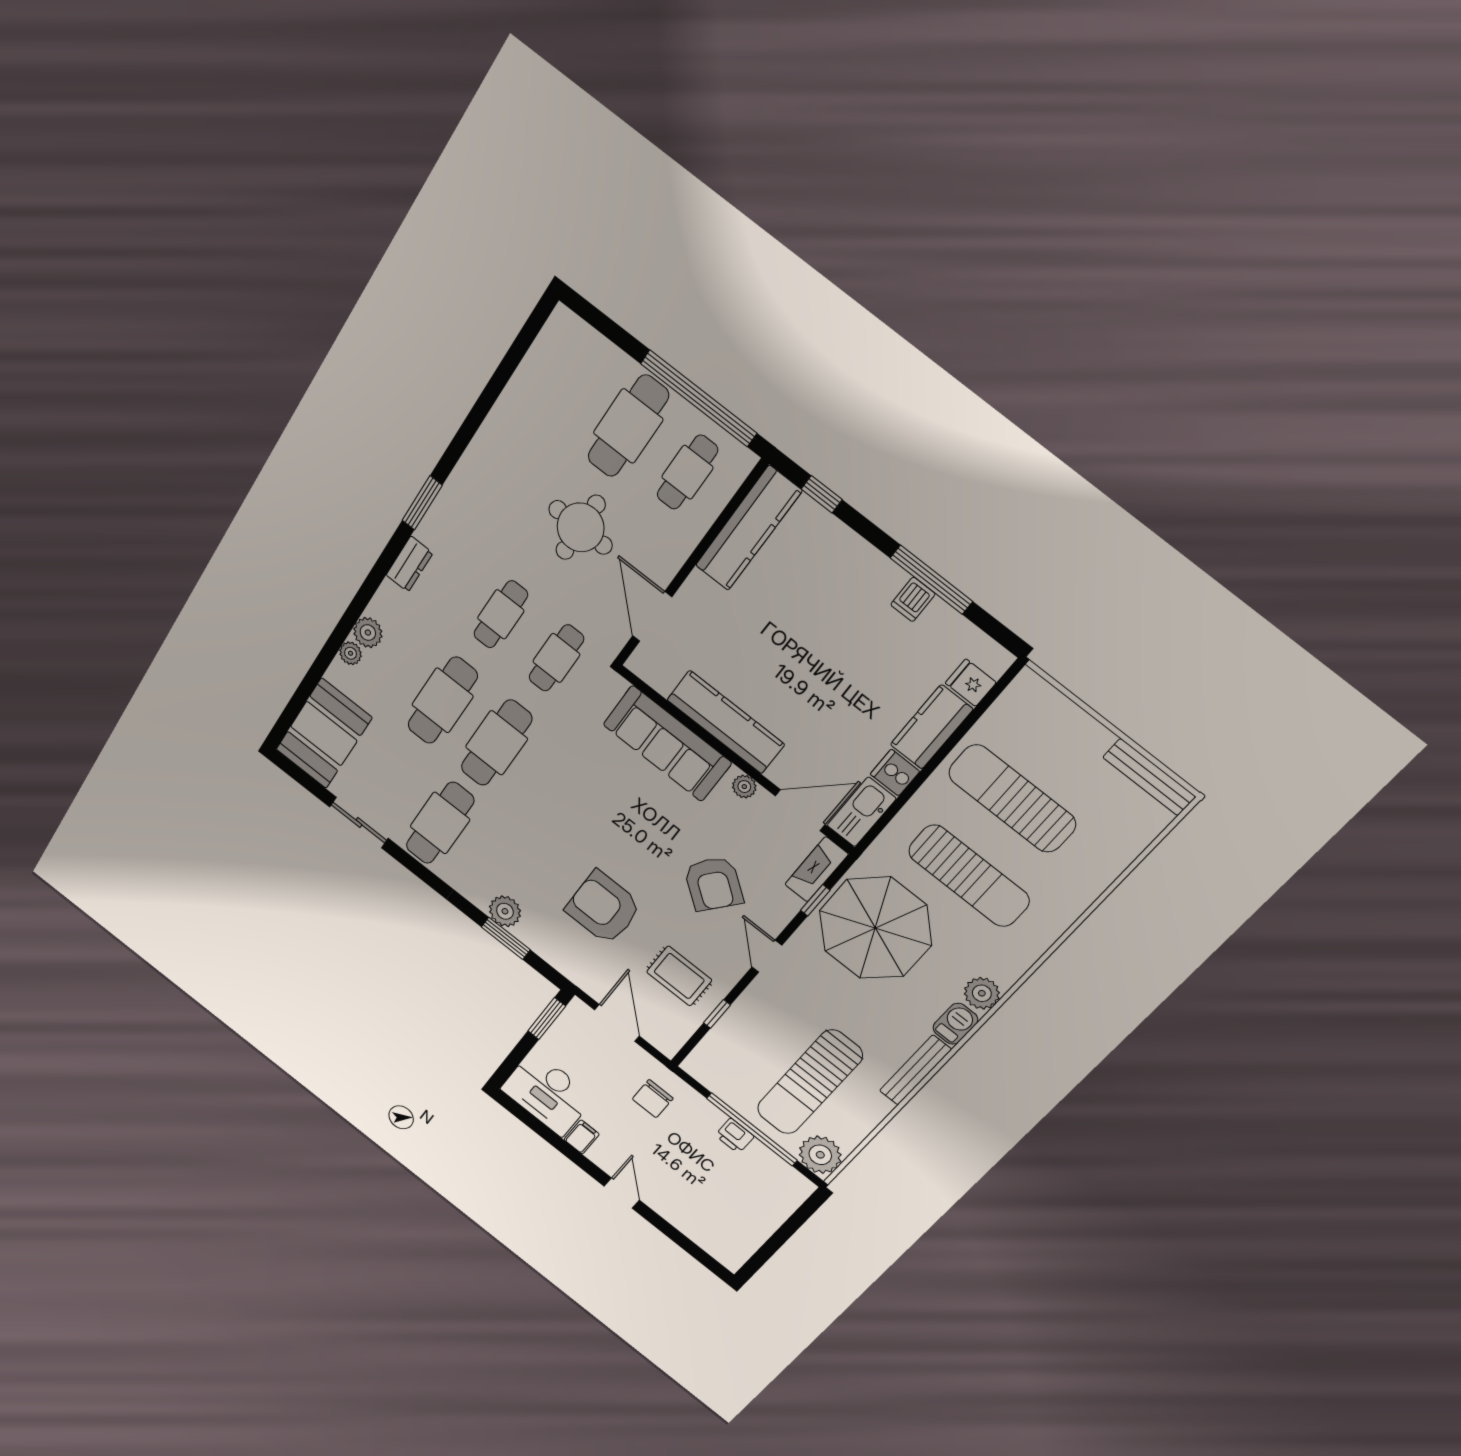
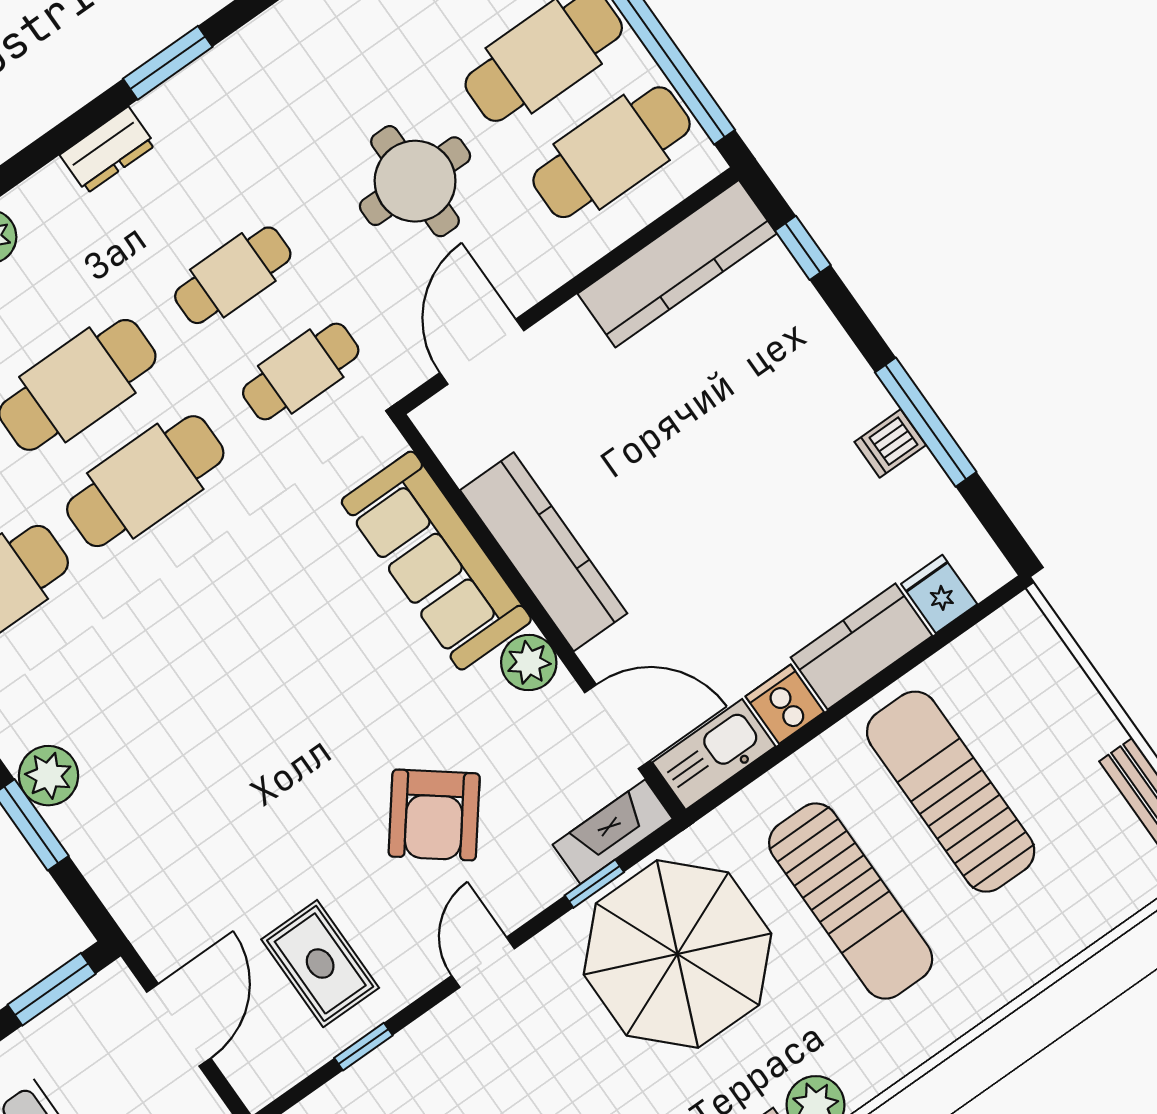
cafe table: (687, 472) -> (612, 152), width x1.37, depth x1.35
plant: (744, 787) -> (529, 663), width x1.38, depth x1.38
armchair: (603, 908) -> (229, 811), removed

